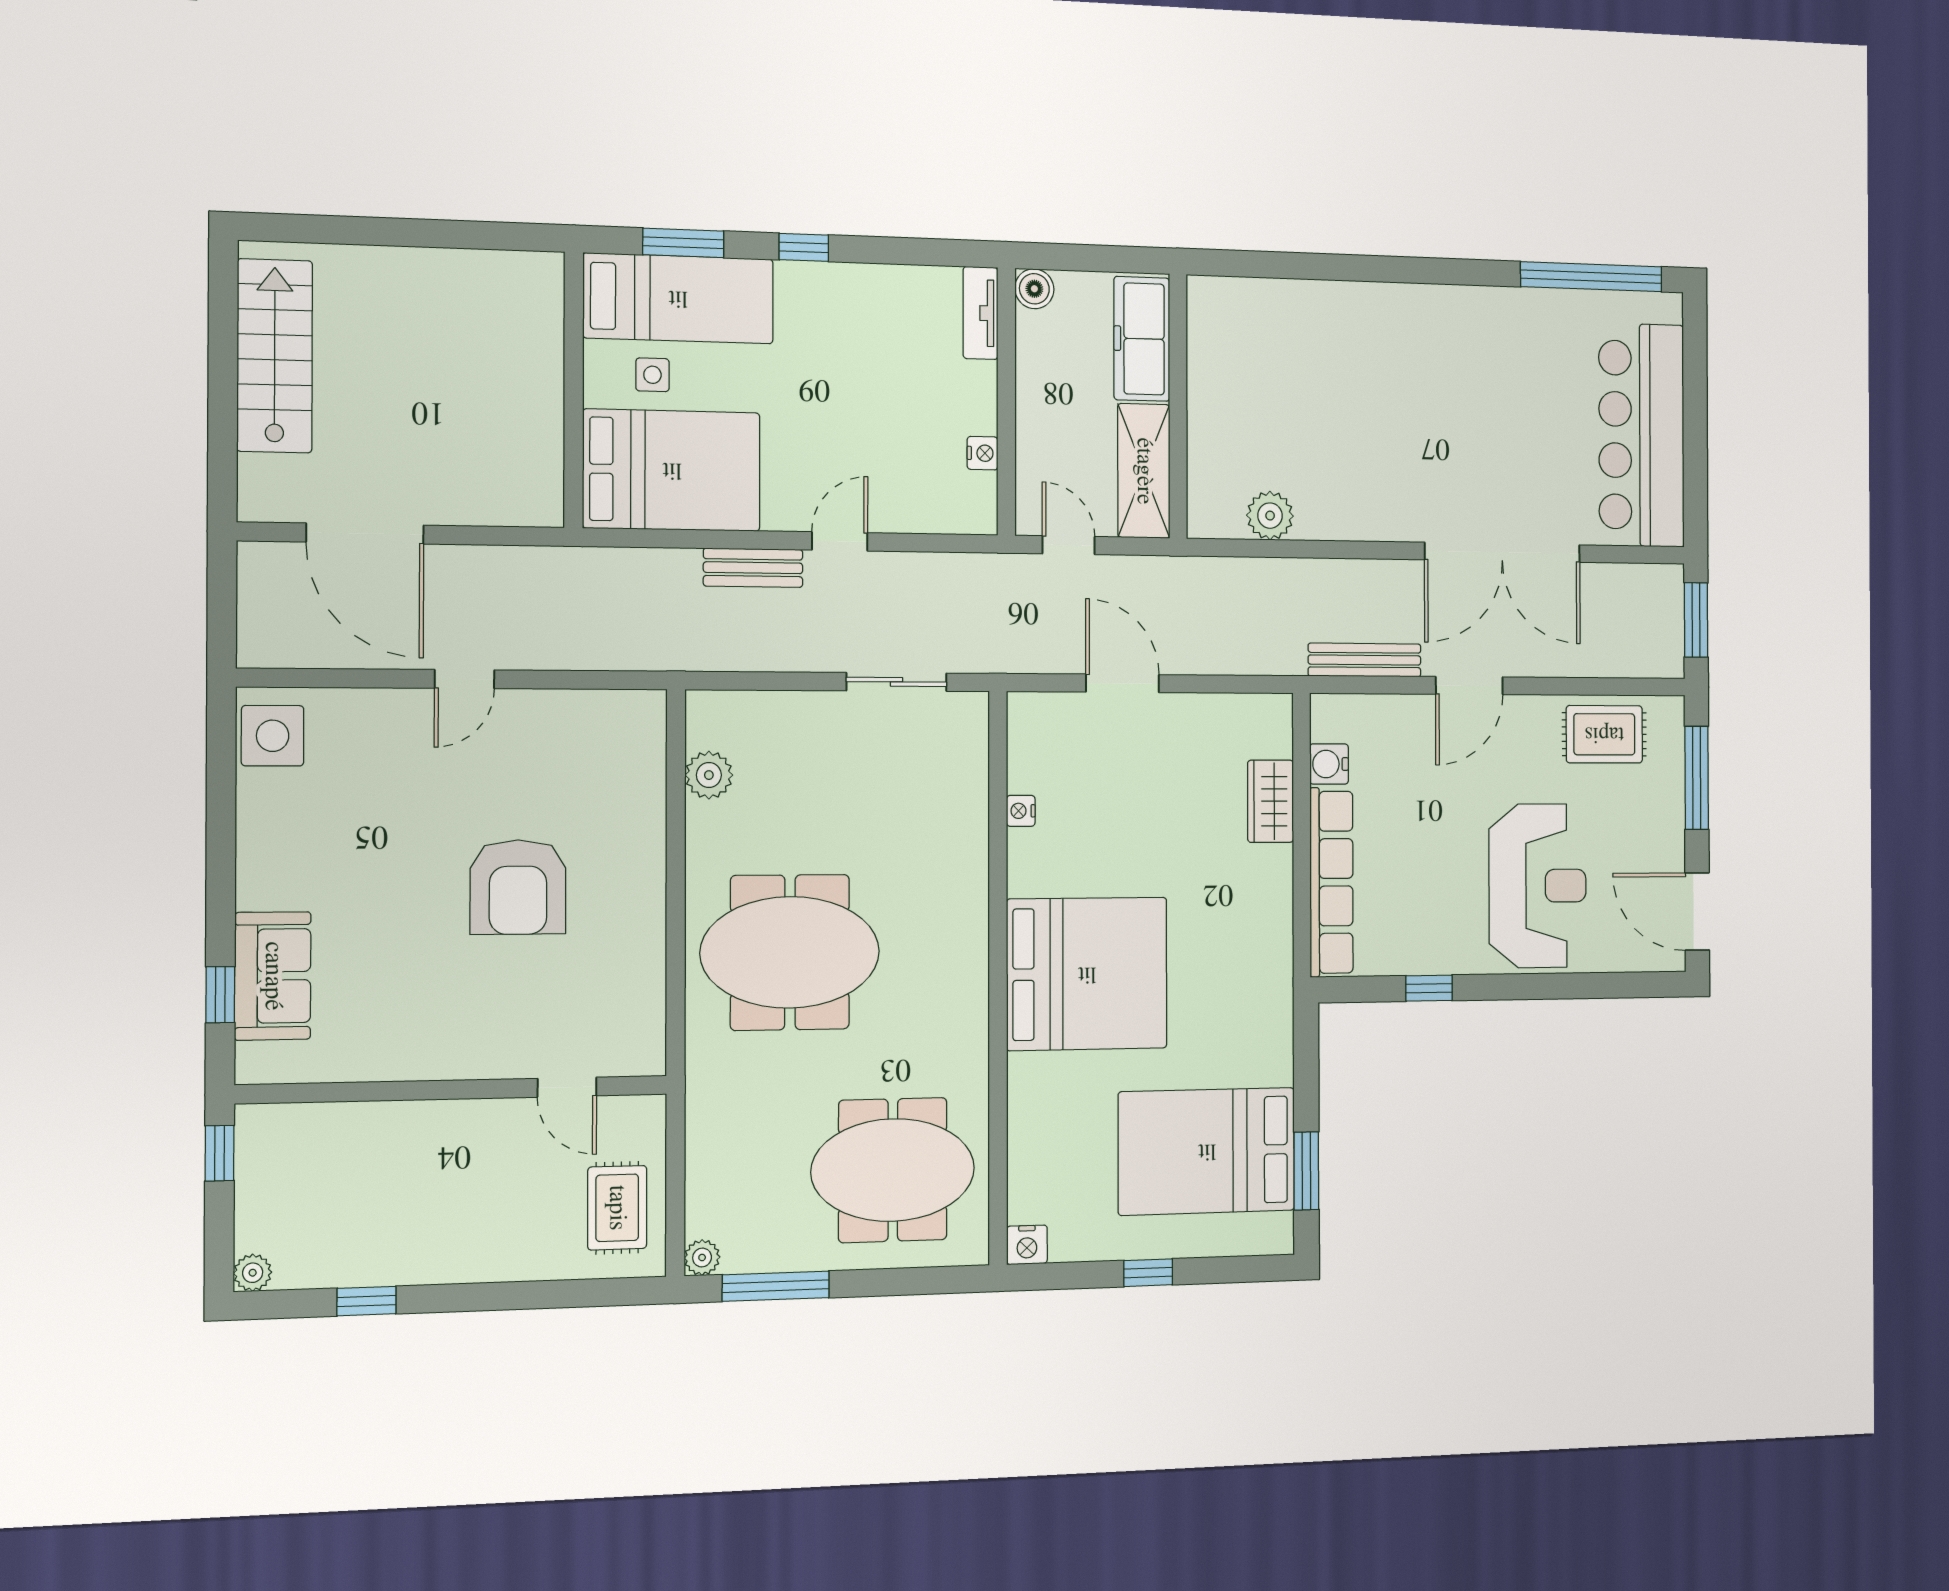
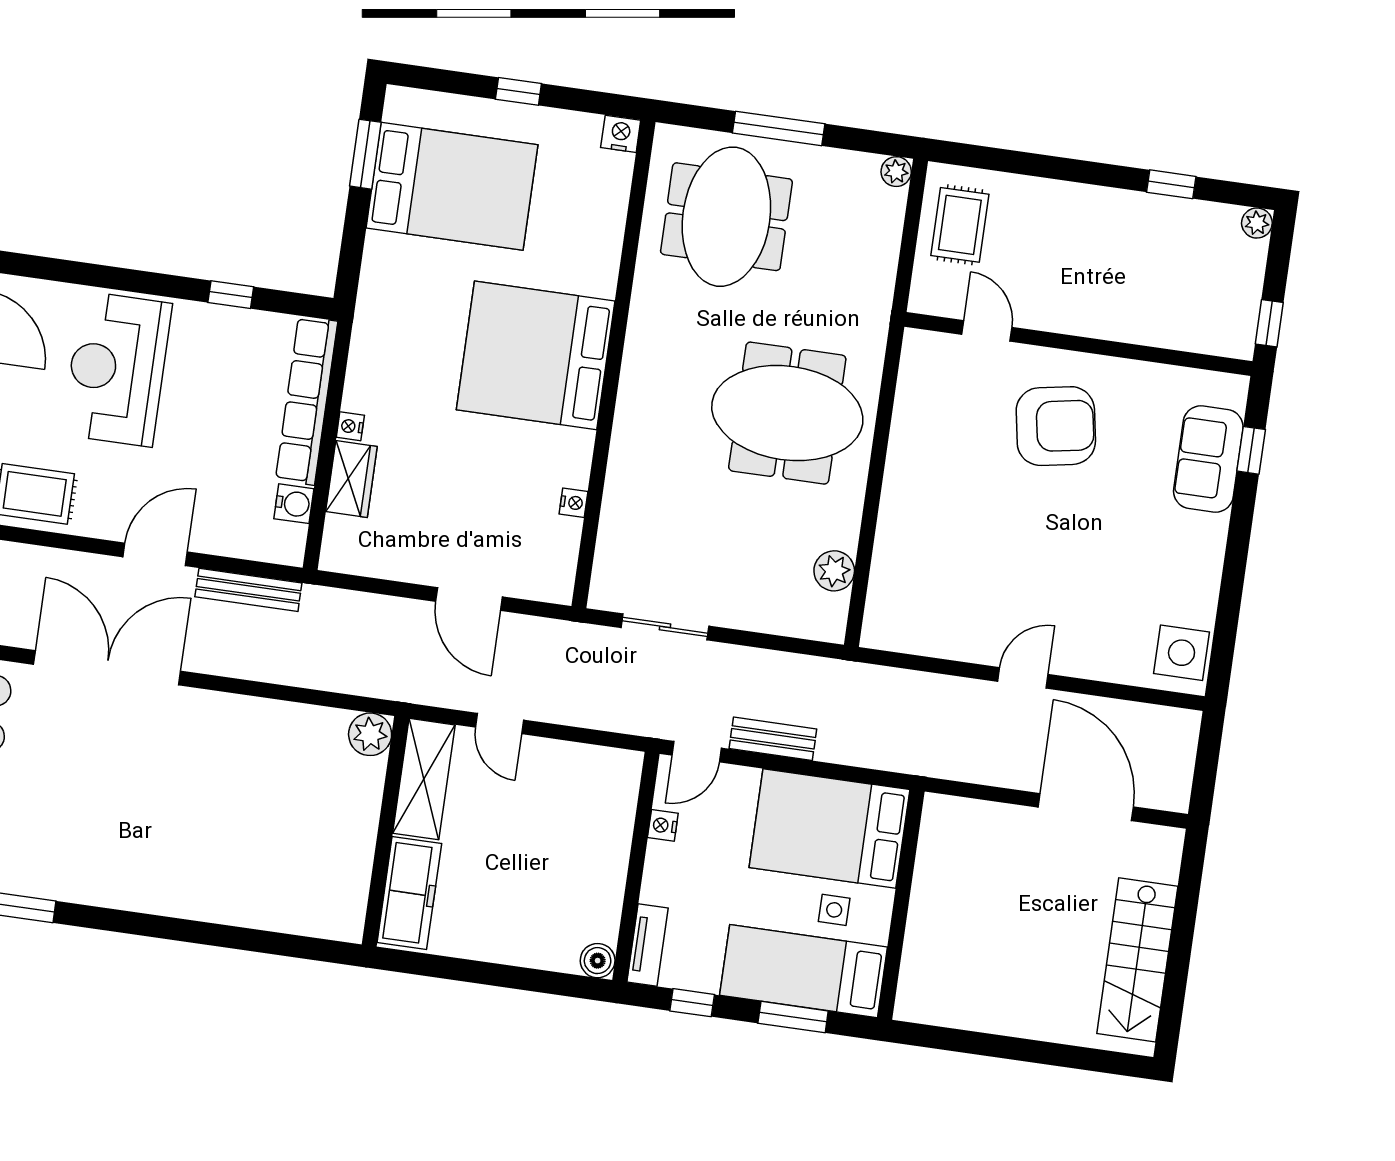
boiler: (1034, 289) -> (598, 961), moved
tv unit: (981, 313) -> (648, 945), moved
wall: (1006, 402) -> (636, 867), moved
nightstand: (983, 453) -> (663, 825), moved
plant: (1270, 516) -> (370, 734), moved
nightstand: (1280, 861) -> (350, 426), added
armchair: (518, 887) -> (1056, 426), moved, turned 80
meeting table: (893, 1170) -> (726, 217), turned 90
window: (776, 1286) -> (779, 128), moved

